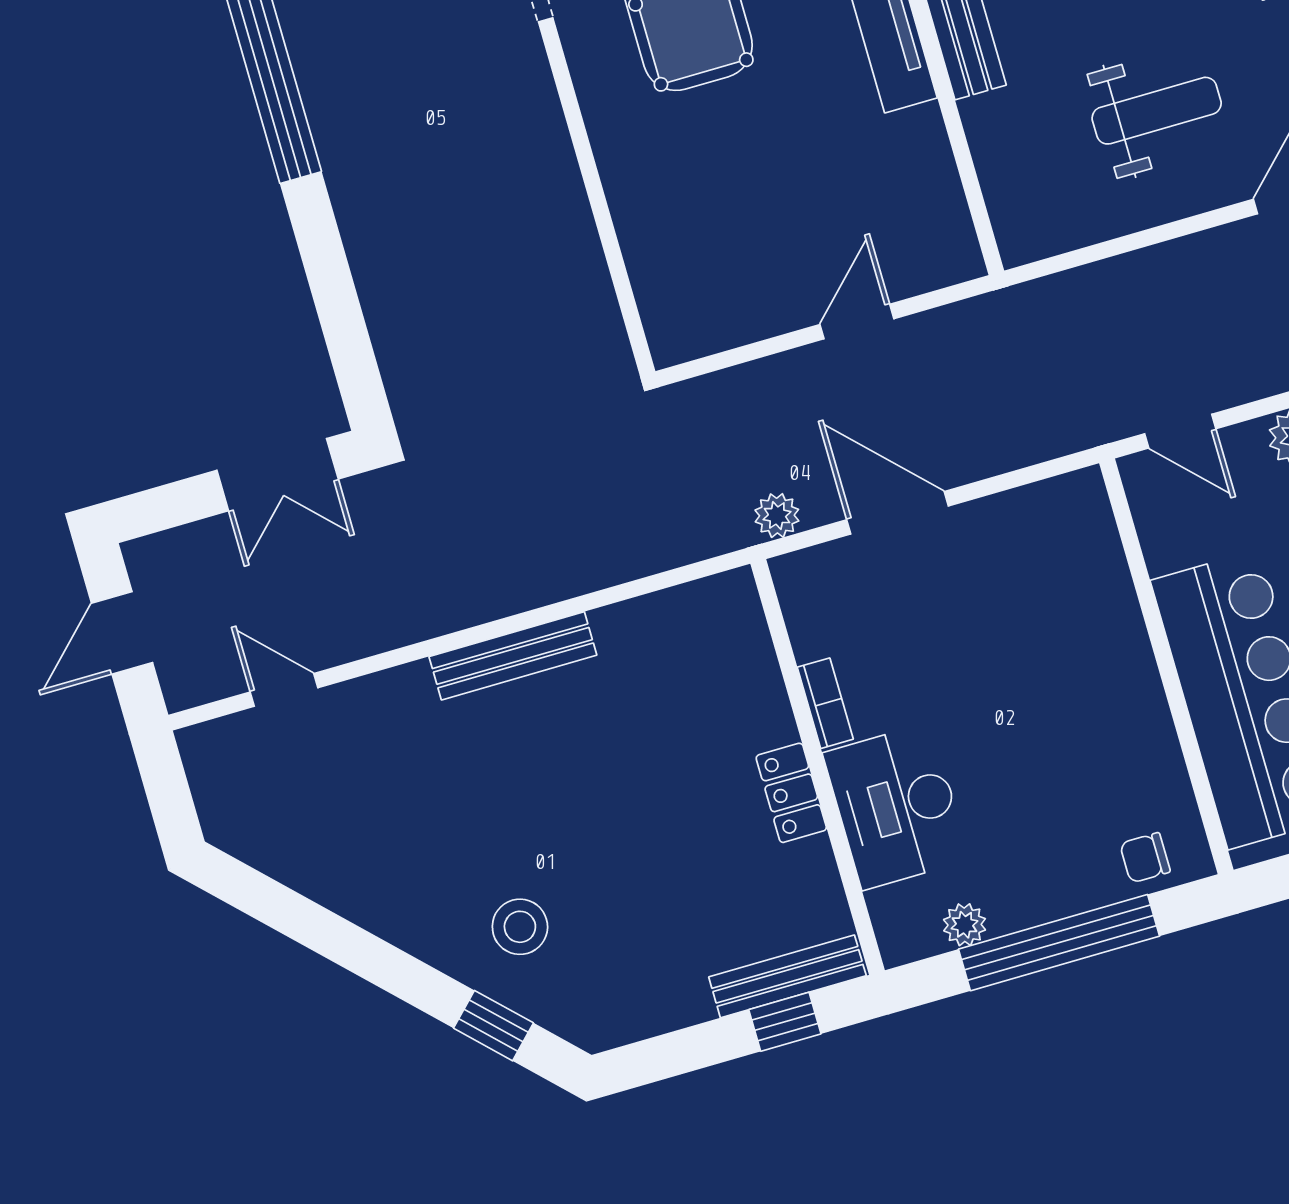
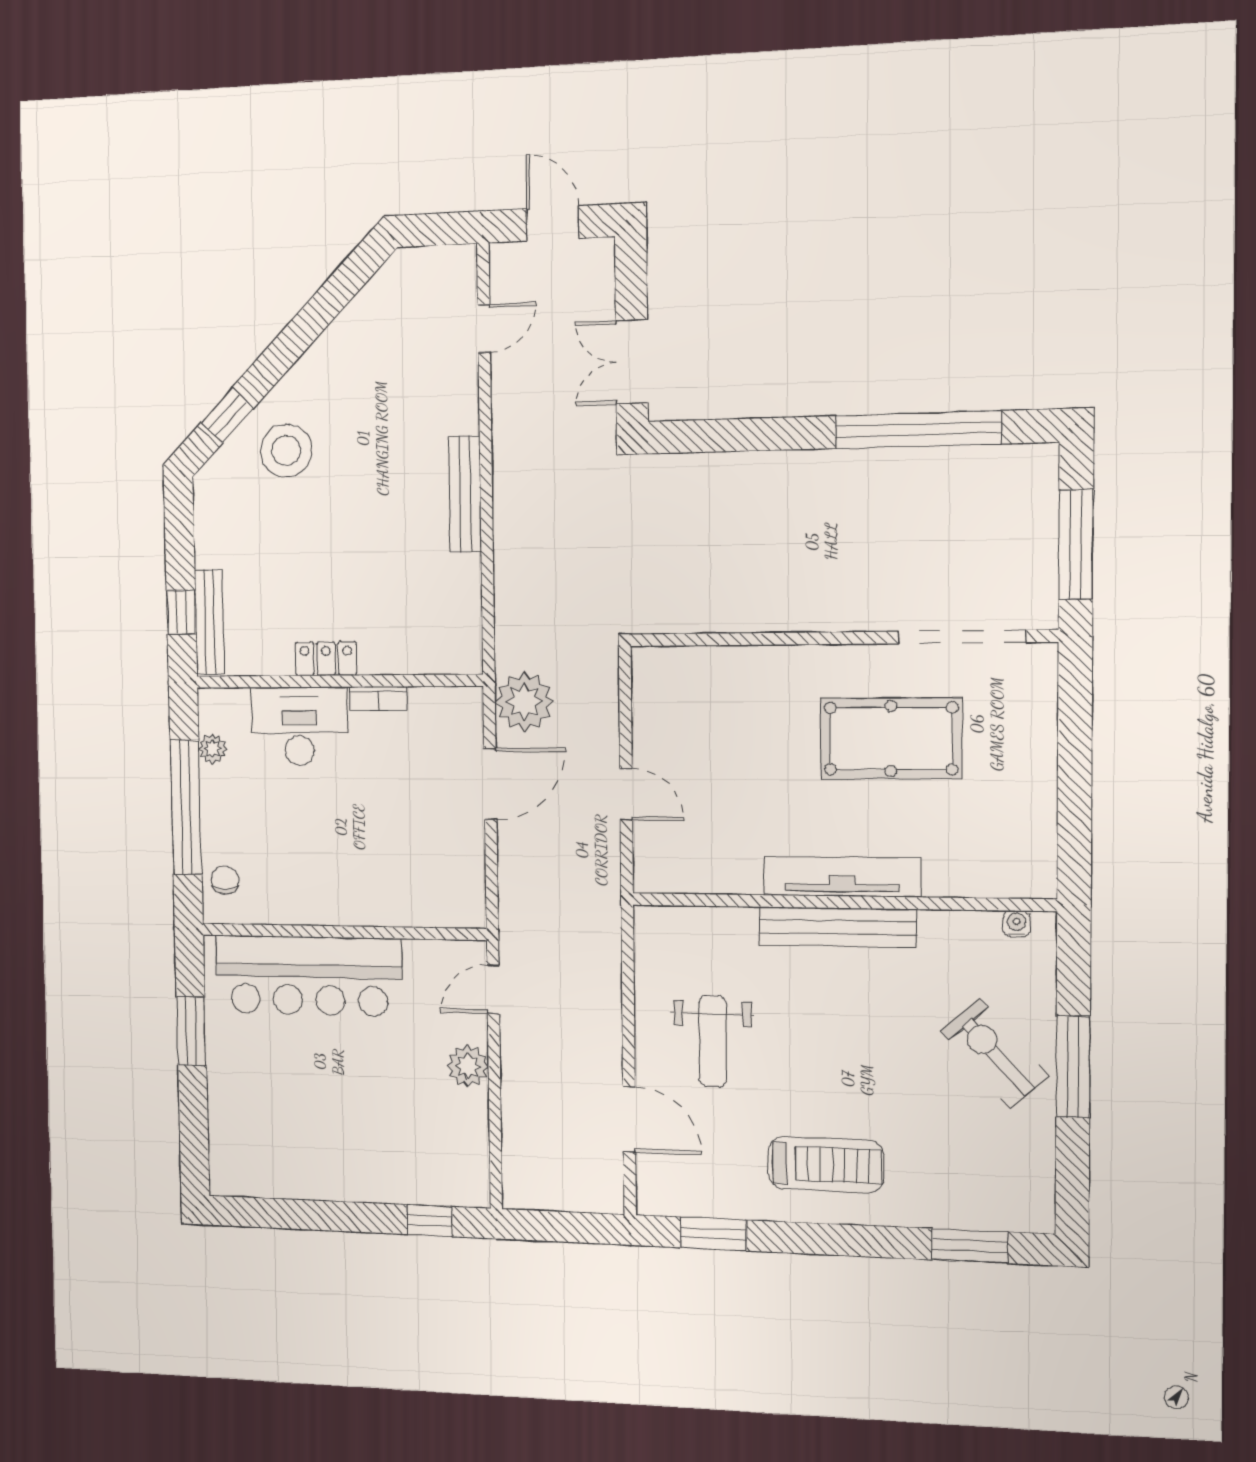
plant: (777, 516) -> (524, 702), width x1.88, depth x1.88
stool: (520, 927) -> (286, 451), width x1.38, depth x1.38

